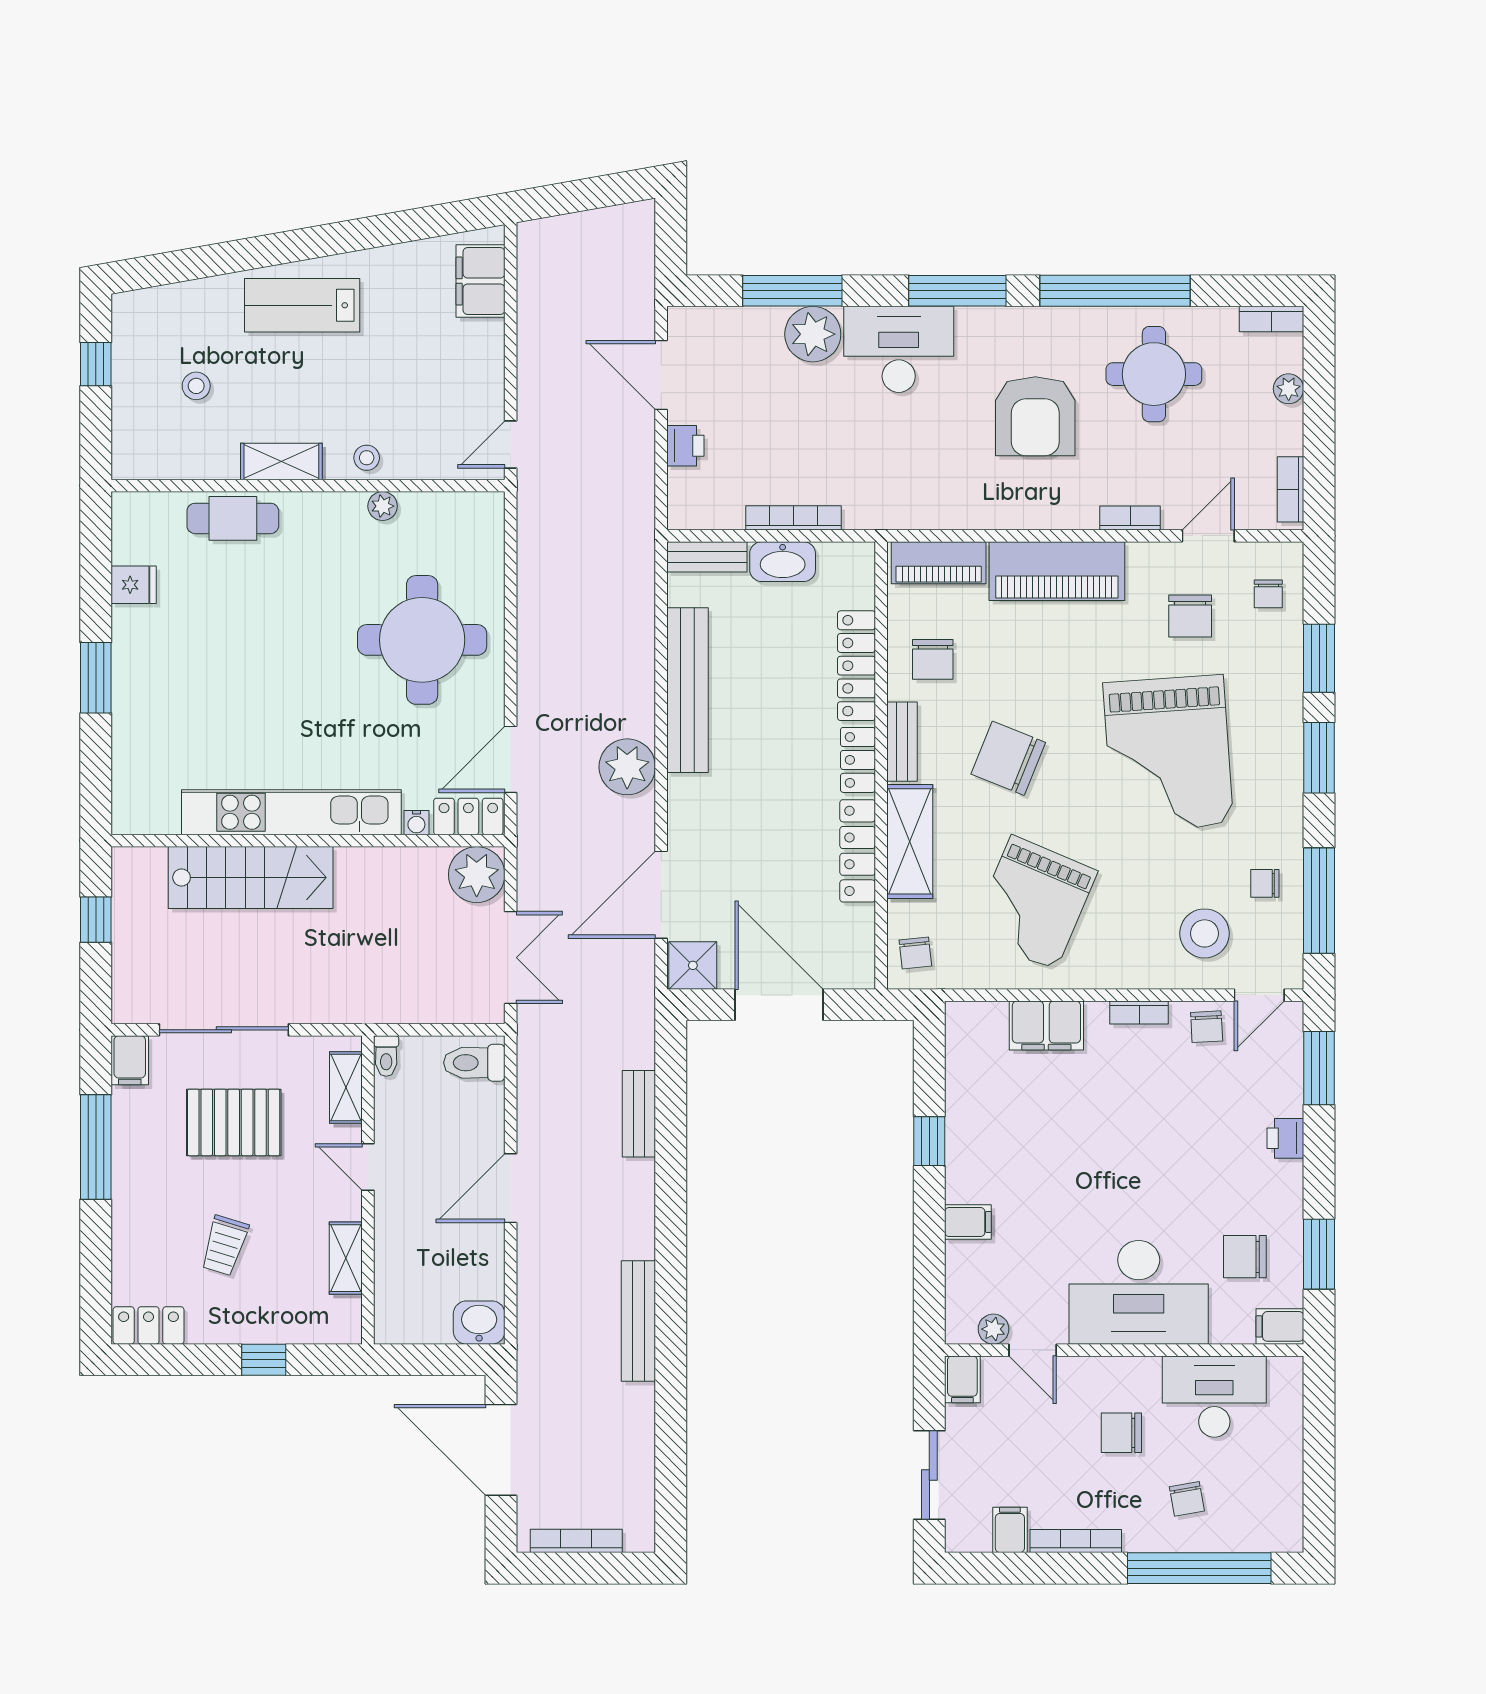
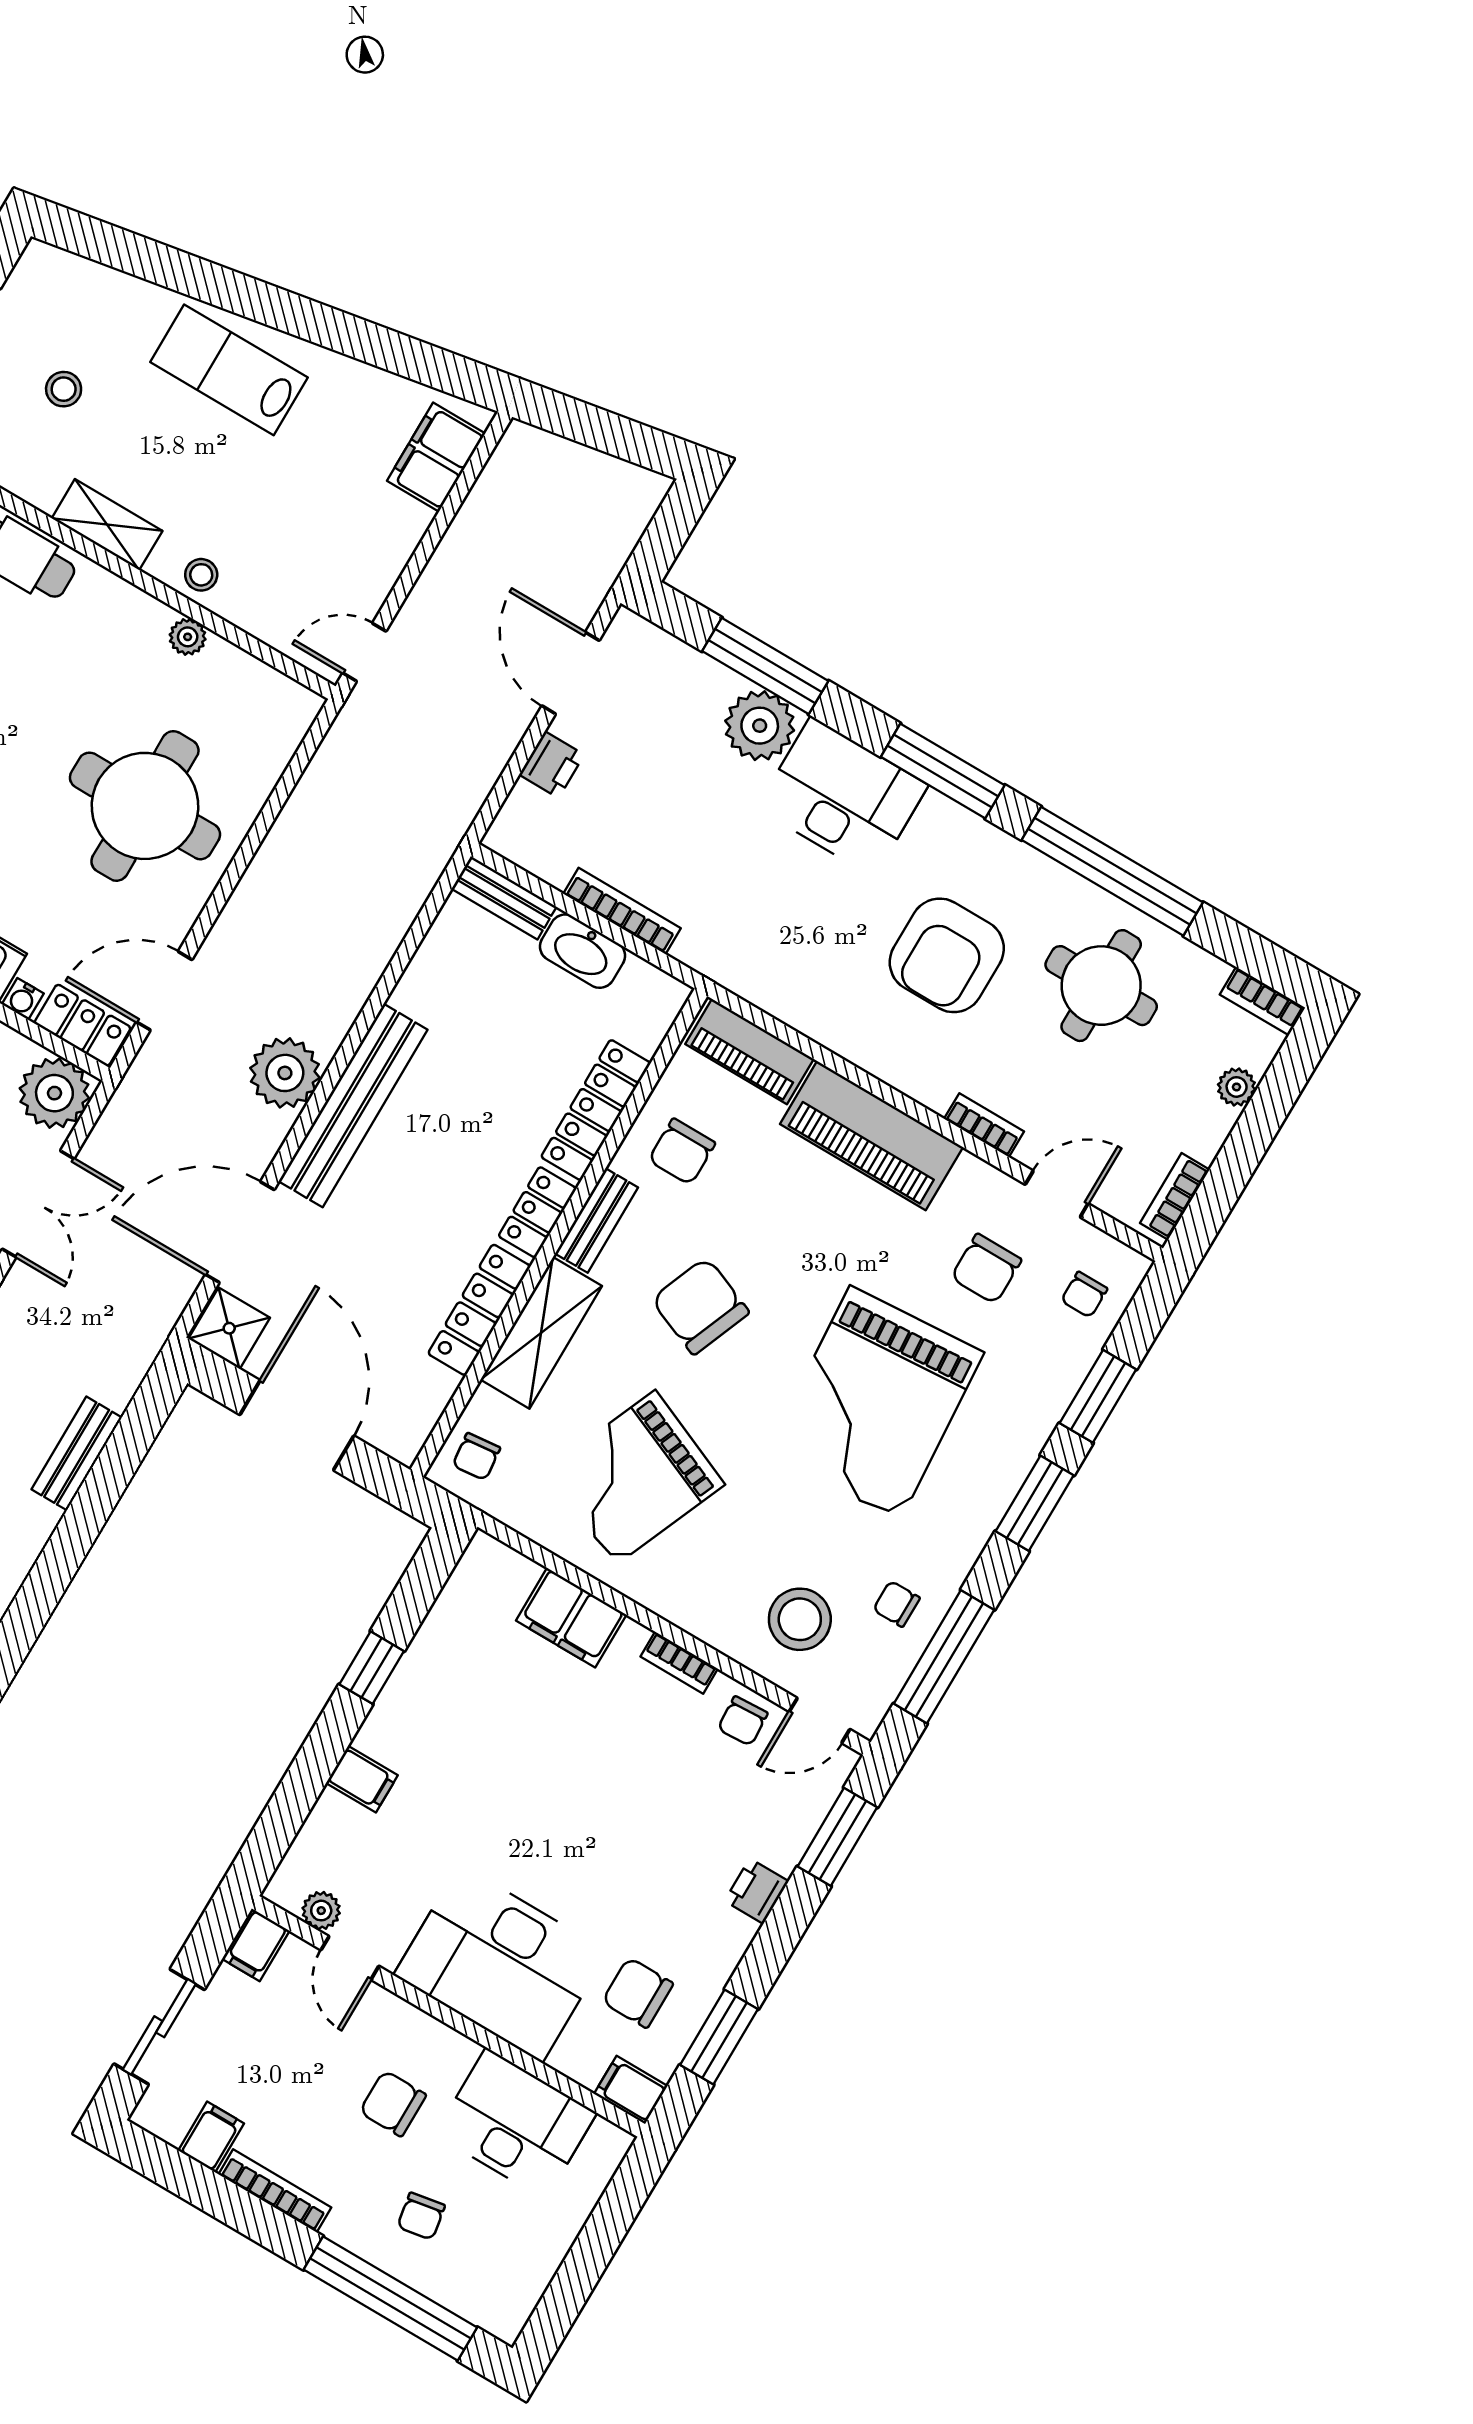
bench: (687, 690) -> (353, 1105), moved

